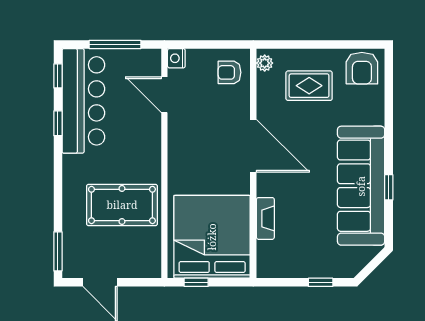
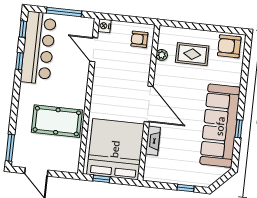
plant: (265, 63) -> (162, 55), moved
armchair: (362, 68) -> (229, 46), turned 90
door: (253, 146) -> (149, 104), moved

